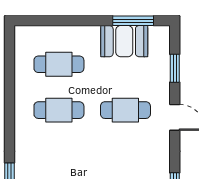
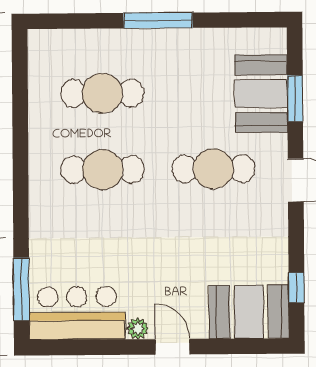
window: (133, 21) -> (158, 20), moved
booth: (124, 41) -> (261, 94), moved, turned 90

